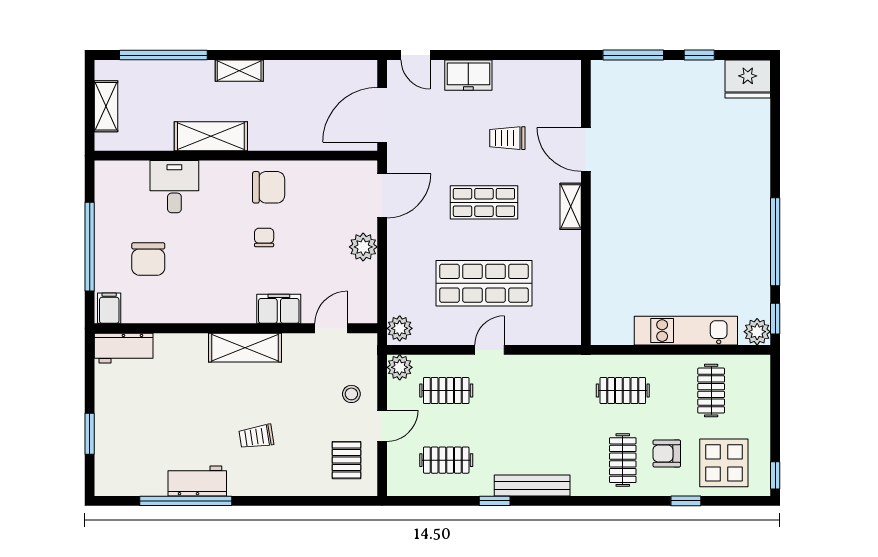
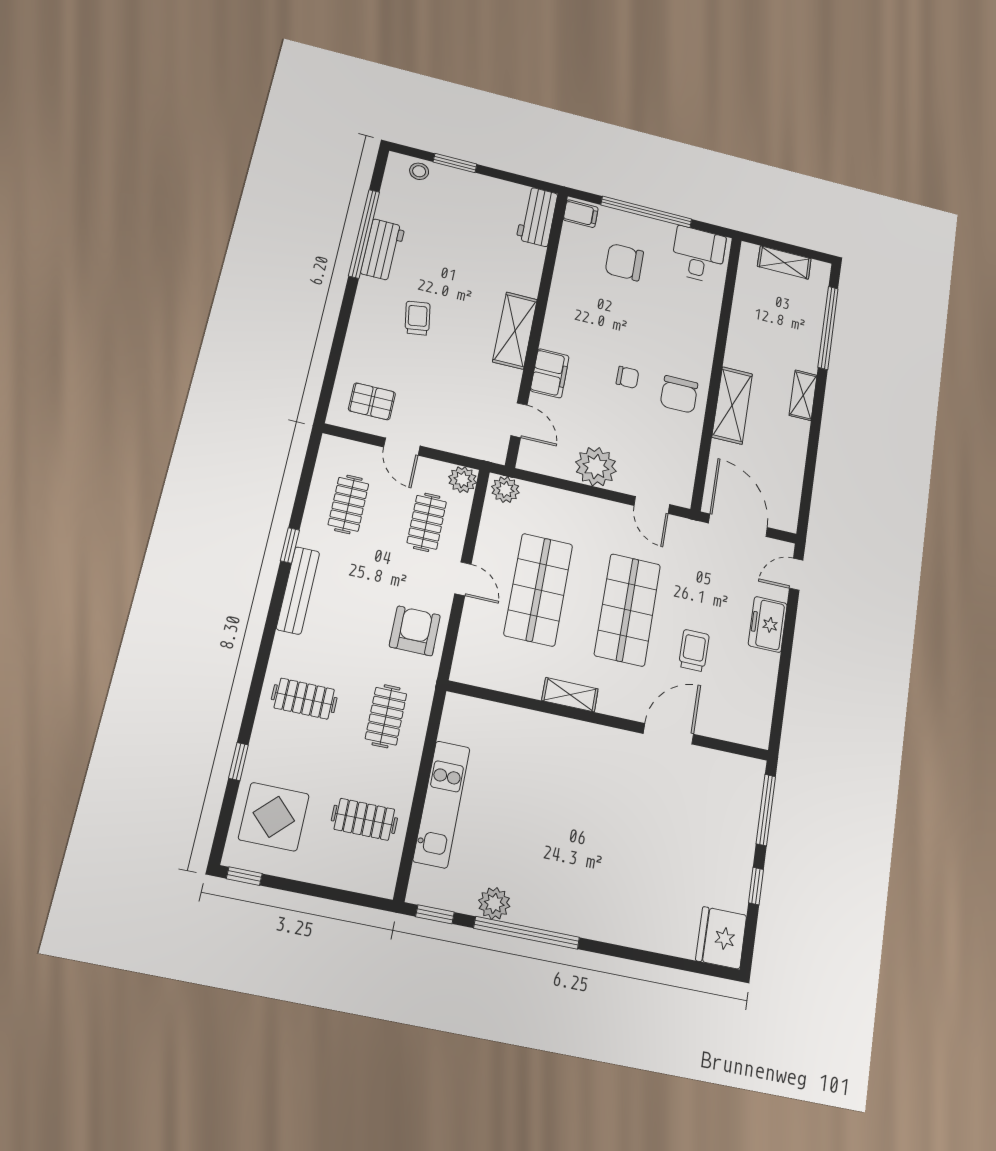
shelving: (211, 136) -> (732, 405), moved
desk: (174, 187) -> (698, 255), moved, turned -90
door: (382, 196) -> (652, 505), width x0.73
shop shelf: (484, 202) -> (627, 610), width x1.43, depth x1.36
shelving: (571, 206) -> (570, 695), moved
plant: (363, 247) -> (596, 467), width x1.36, depth x1.36
plant: (757, 332) -> (494, 903), moved
stool: (351, 394) -> (419, 171), moved
armchair: (667, 453) -> (415, 631), moved, width x1.38, depth x1.38

